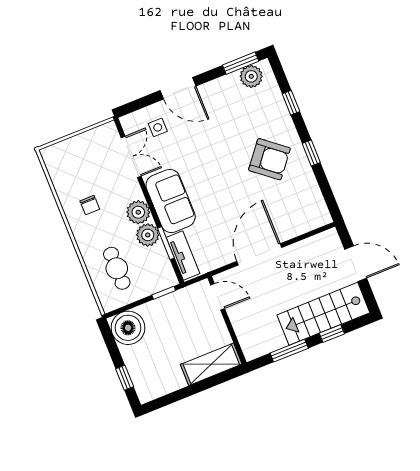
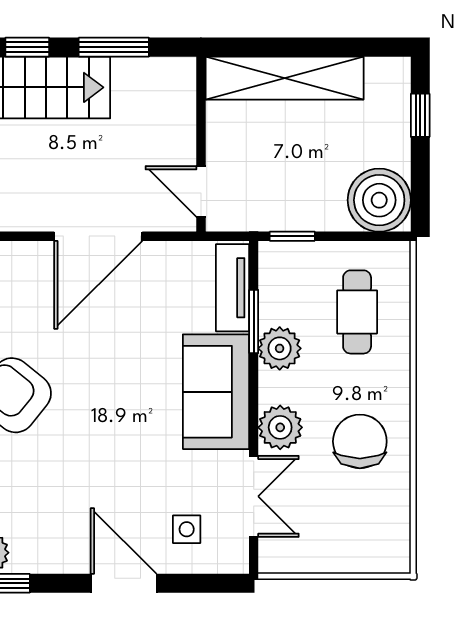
double door: (131, 157) -> (254, 496), swing flipped
chair: (90, 205) -> (360, 441), width x1.87, depth x1.87
plant: (138, 212) -> (280, 427), moved
shelving: (211, 364) -> (285, 78), width x1.47

